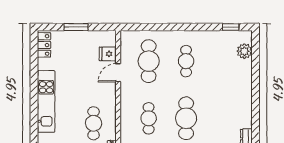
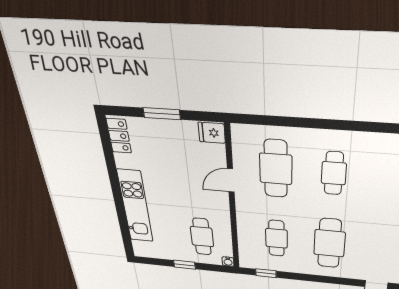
fridge: (108, 54) -> (212, 133), moved

